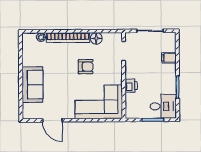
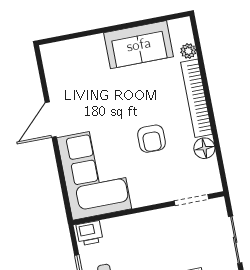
sofa: (32, 85) -> (139, 45), moved
printer: (131, 86) -> (90, 233), moved
door: (52, 120) -> (51, 120), moved

